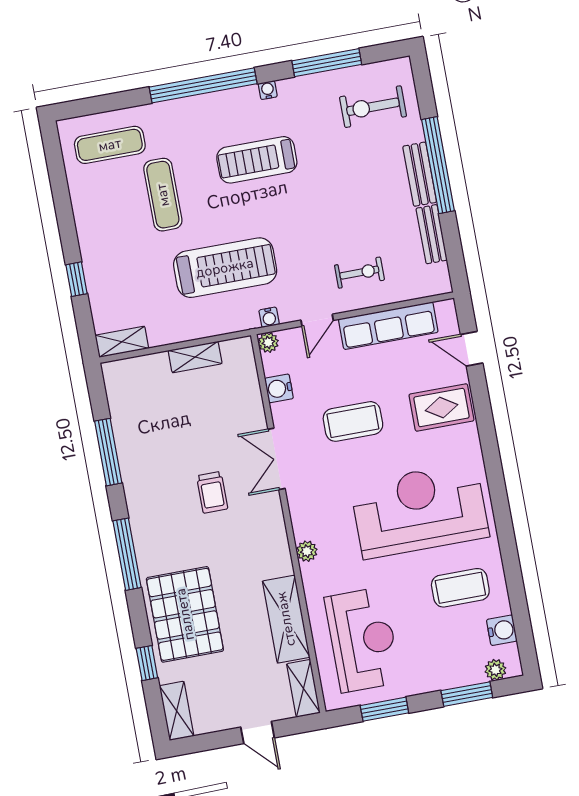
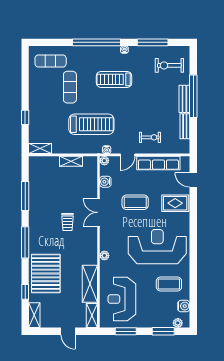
reception desk: (363, 640) -> (122, 299), turned 180

